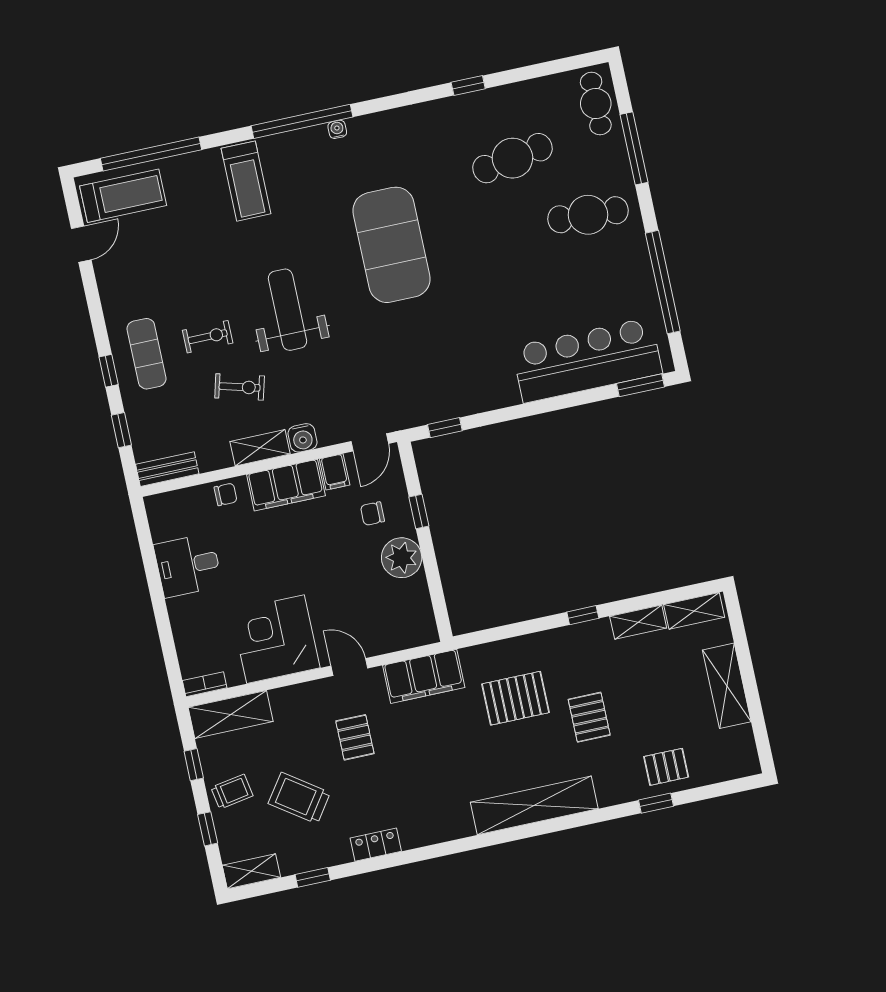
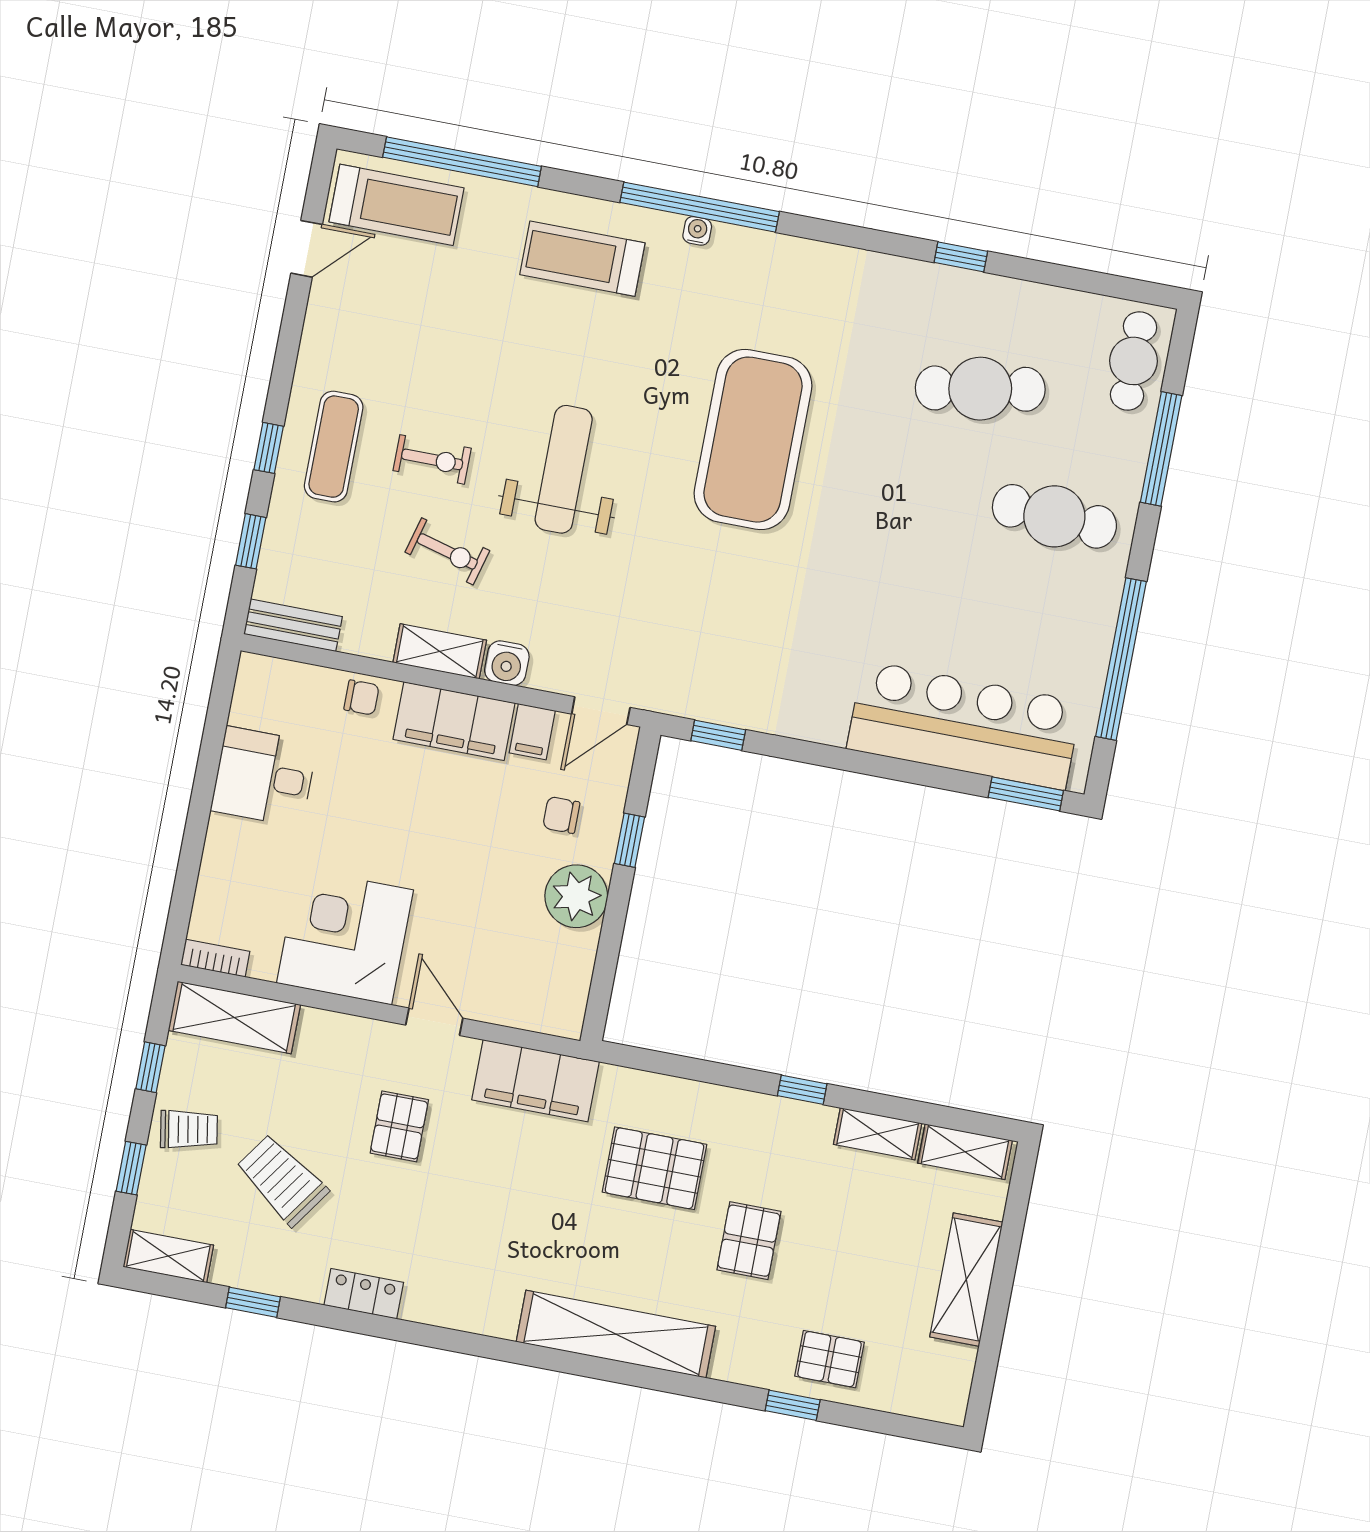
water cooler: (337, 129) -> (697, 231), moved
treadmill: (246, 181) -> (582, 259), turned 90

